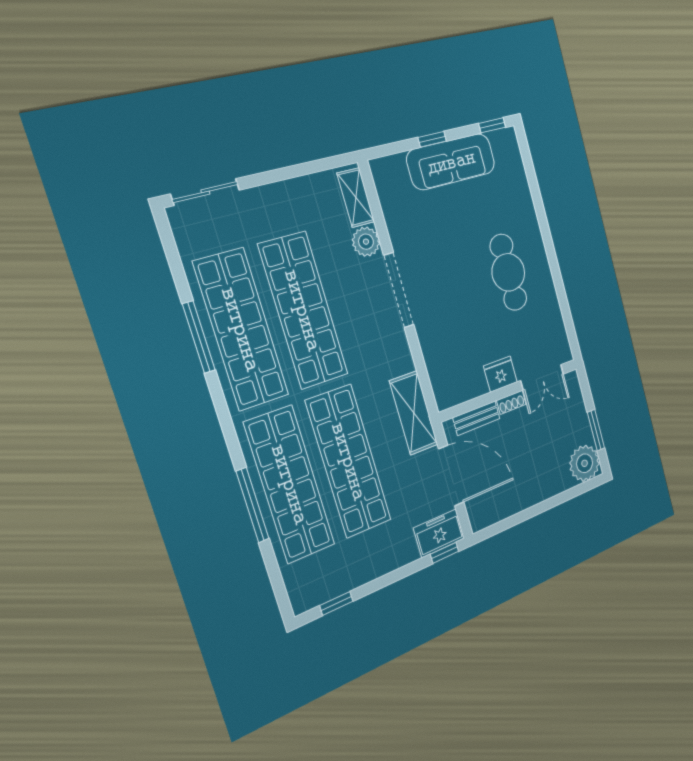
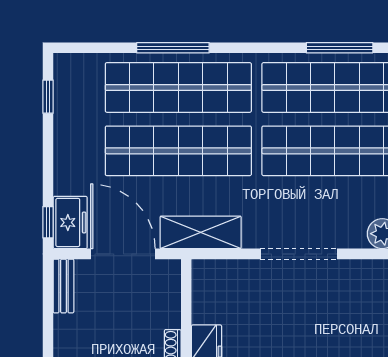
doorway: (399, 290) -> (299, 254), moved
bench: (476, 418) -> (63, 286), moved
door: (451, 476) -> (123, 254), swing flipped

